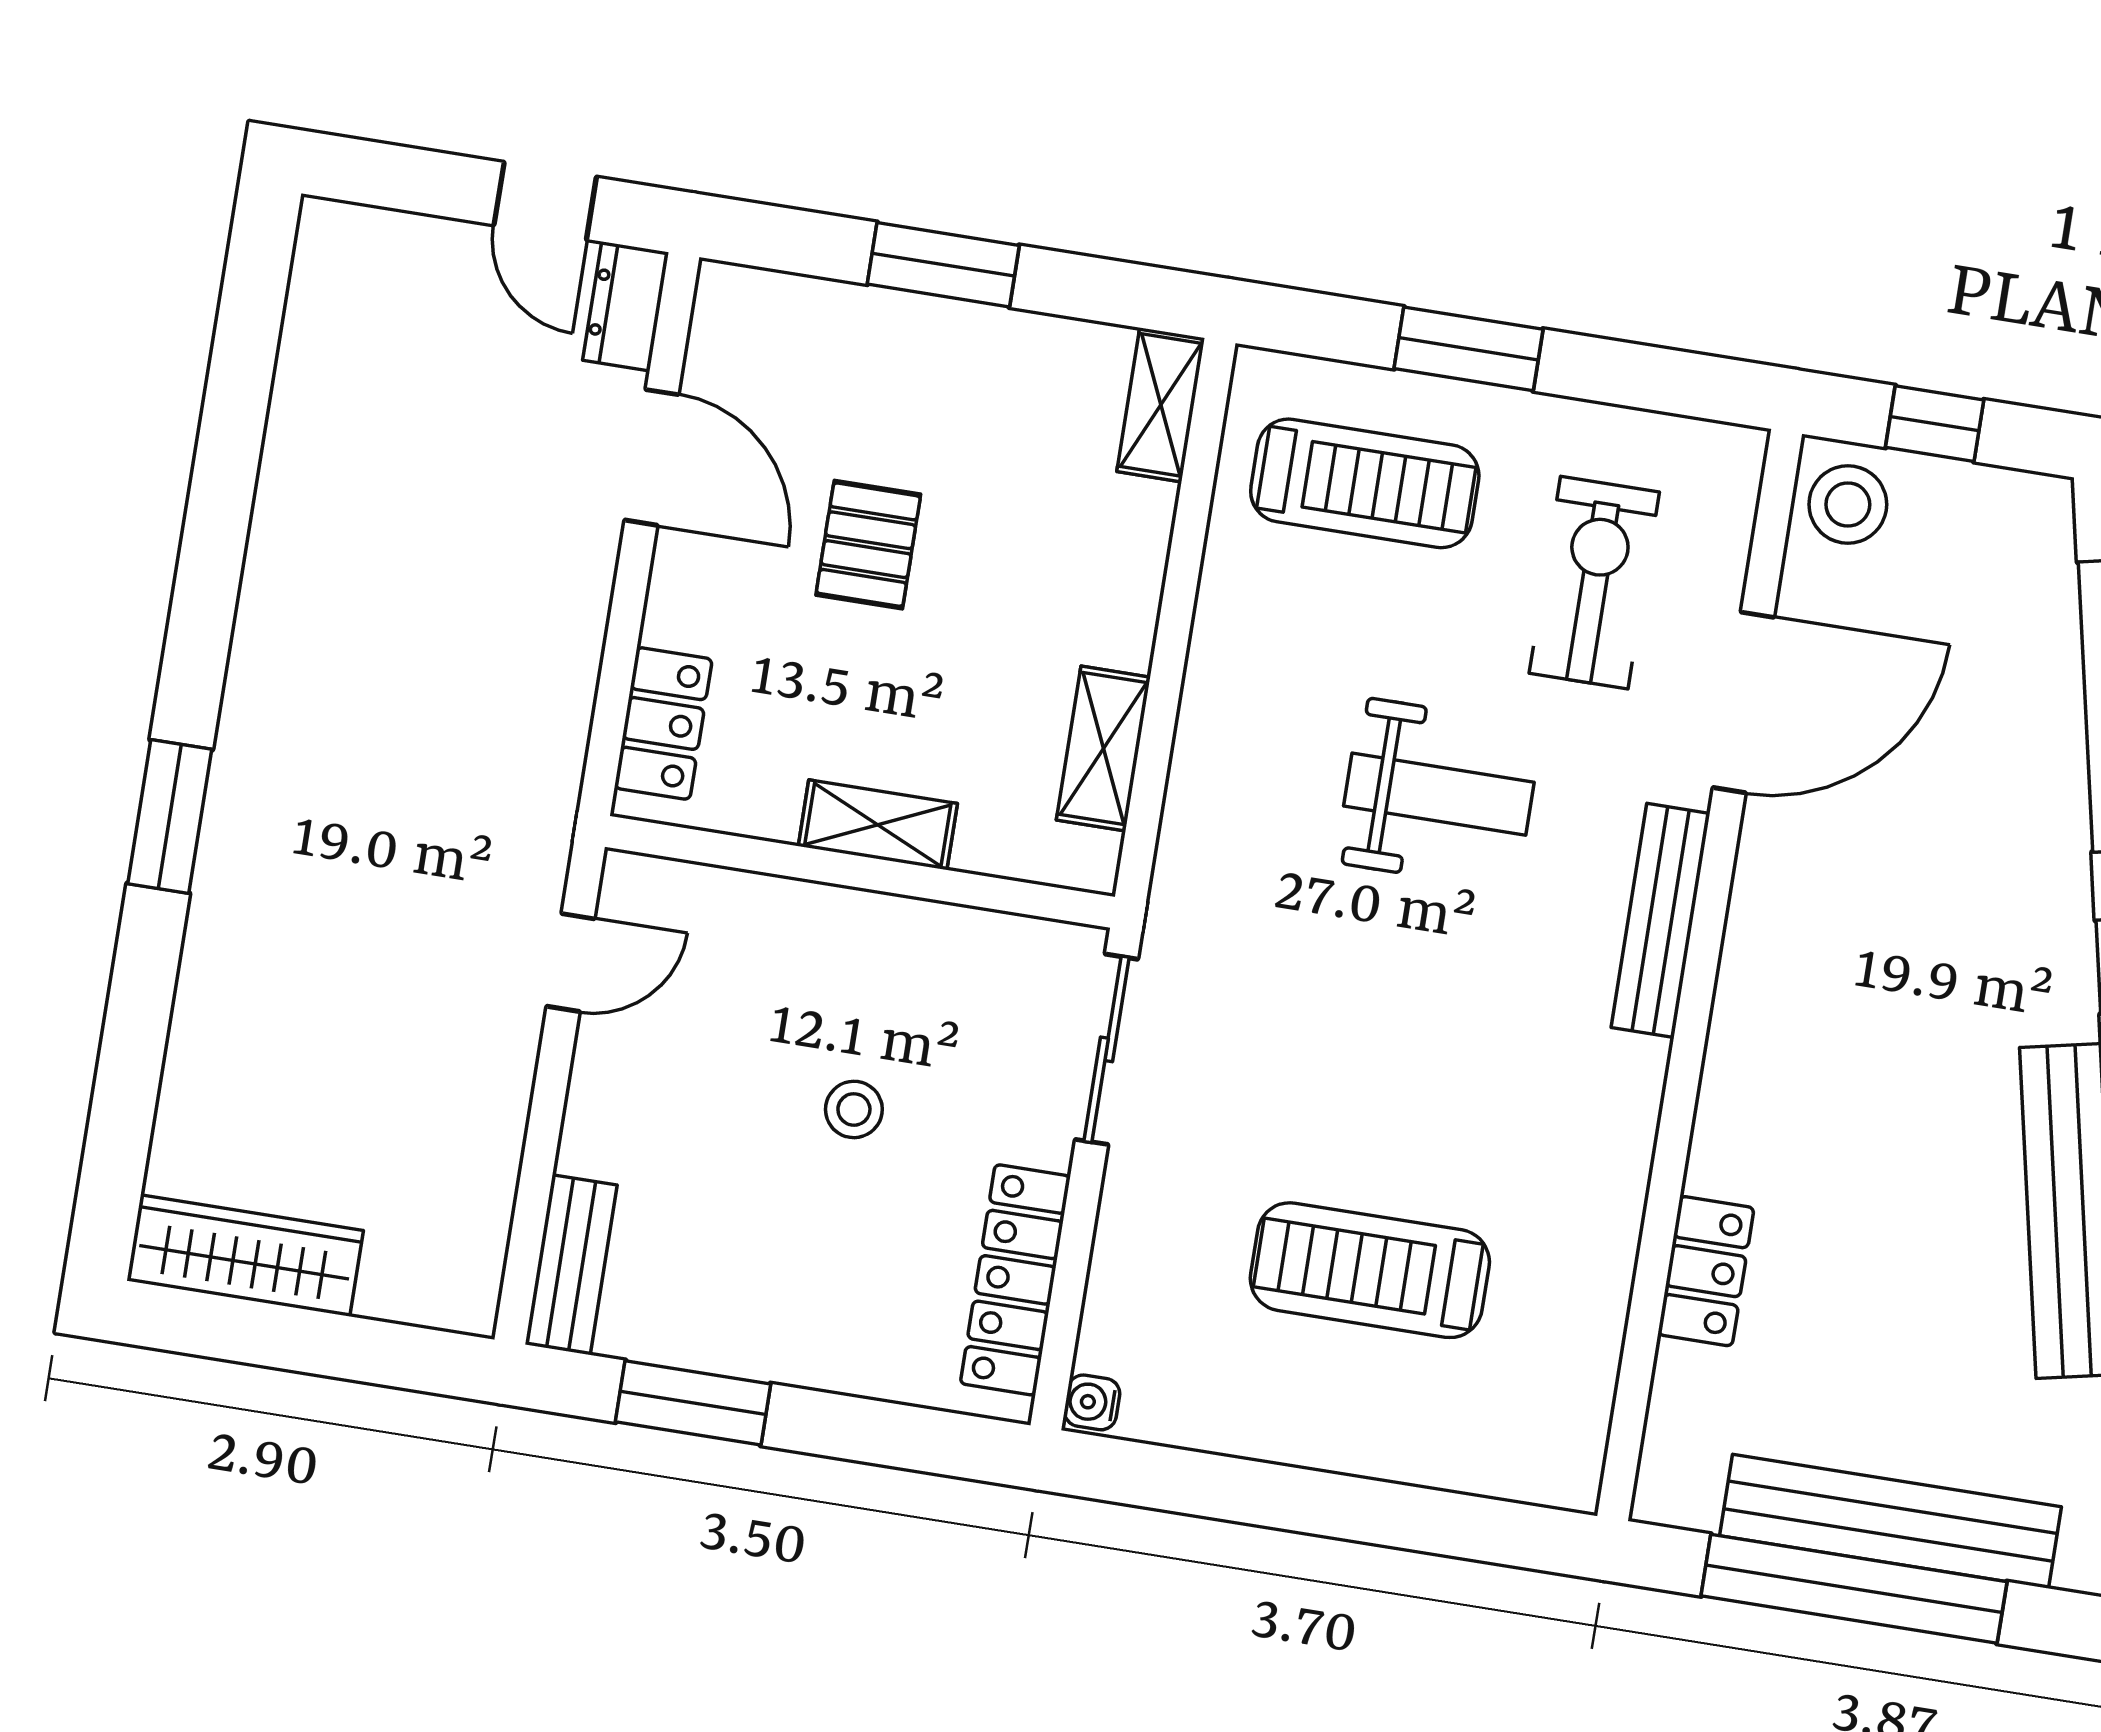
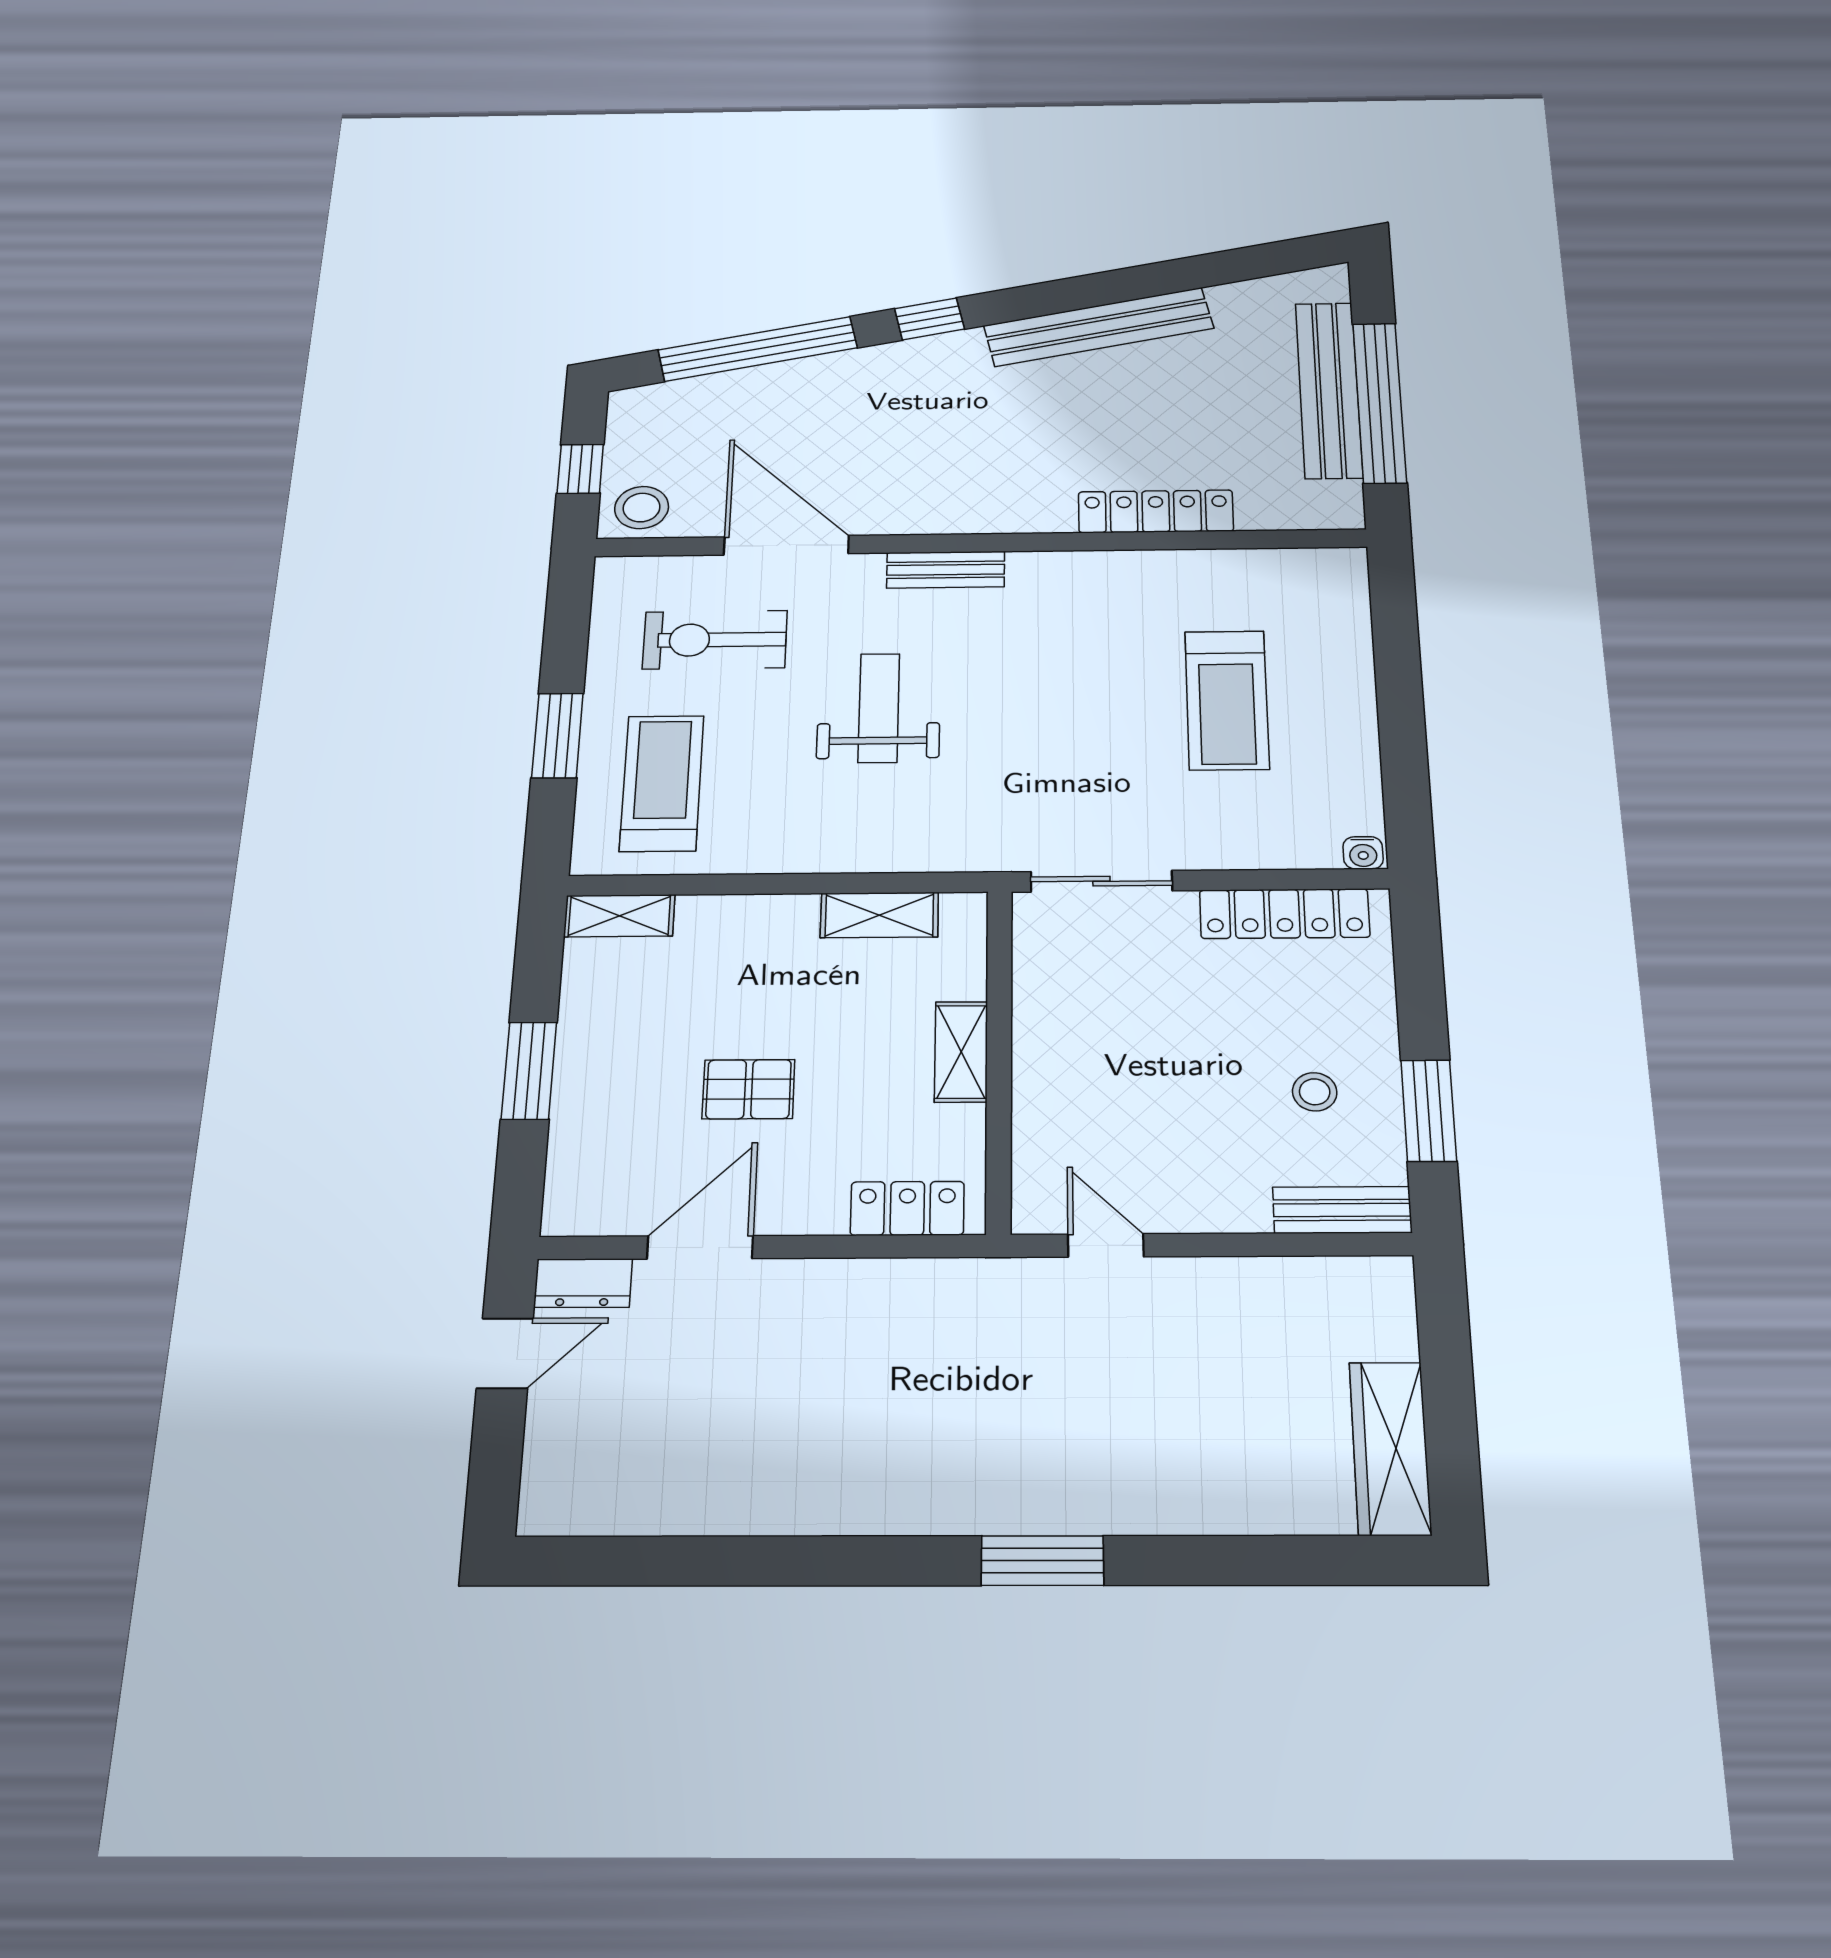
bench: (1660, 920) -> (946, 570), width x0.73
stool: (854, 1109) -> (1315, 1092), moved
locker: (1706, 1271) -> (1156, 511), width x1.53

